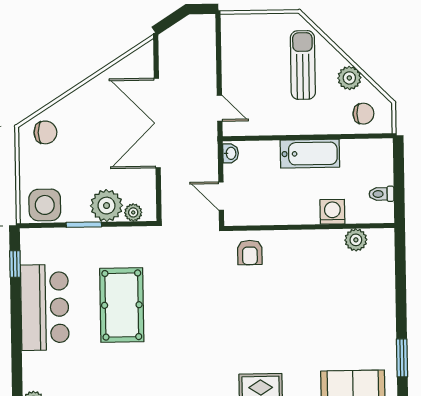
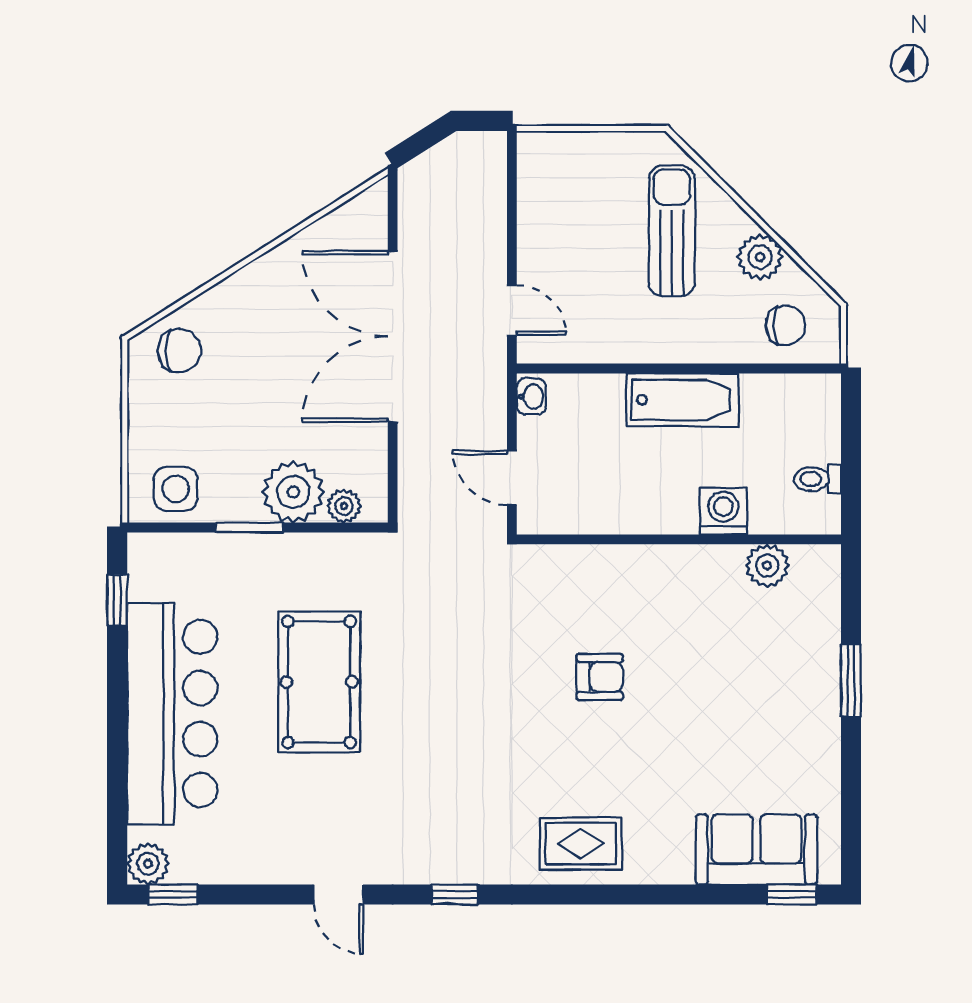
side table: (45, 205) -> (176, 489), width x0.73, depth x0.73
armchair: (250, 252) -> (600, 677), moved, turned -90
bar counter: (45, 307) -> (172, 713), width x1.36
window: (402, 358) -> (851, 680), moved

